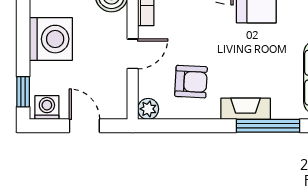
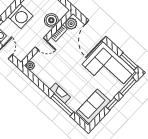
armchair: (191, 82) -> (51, 69), removed

